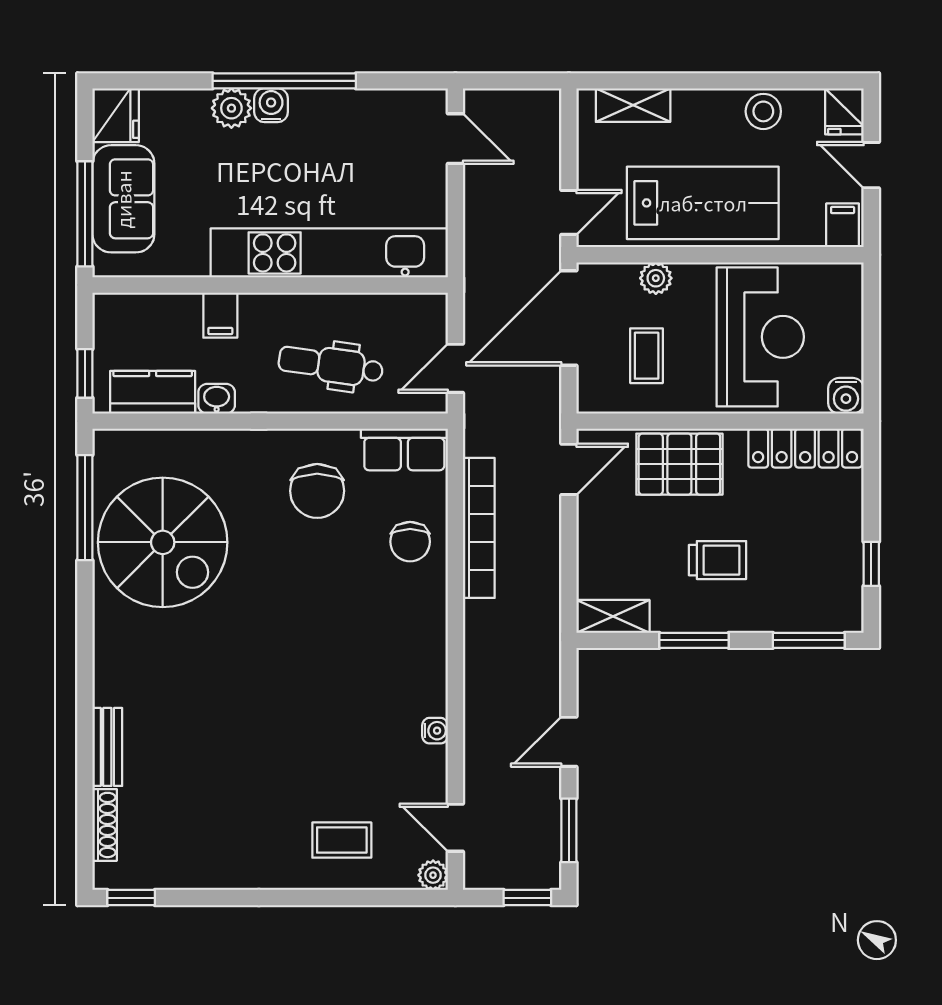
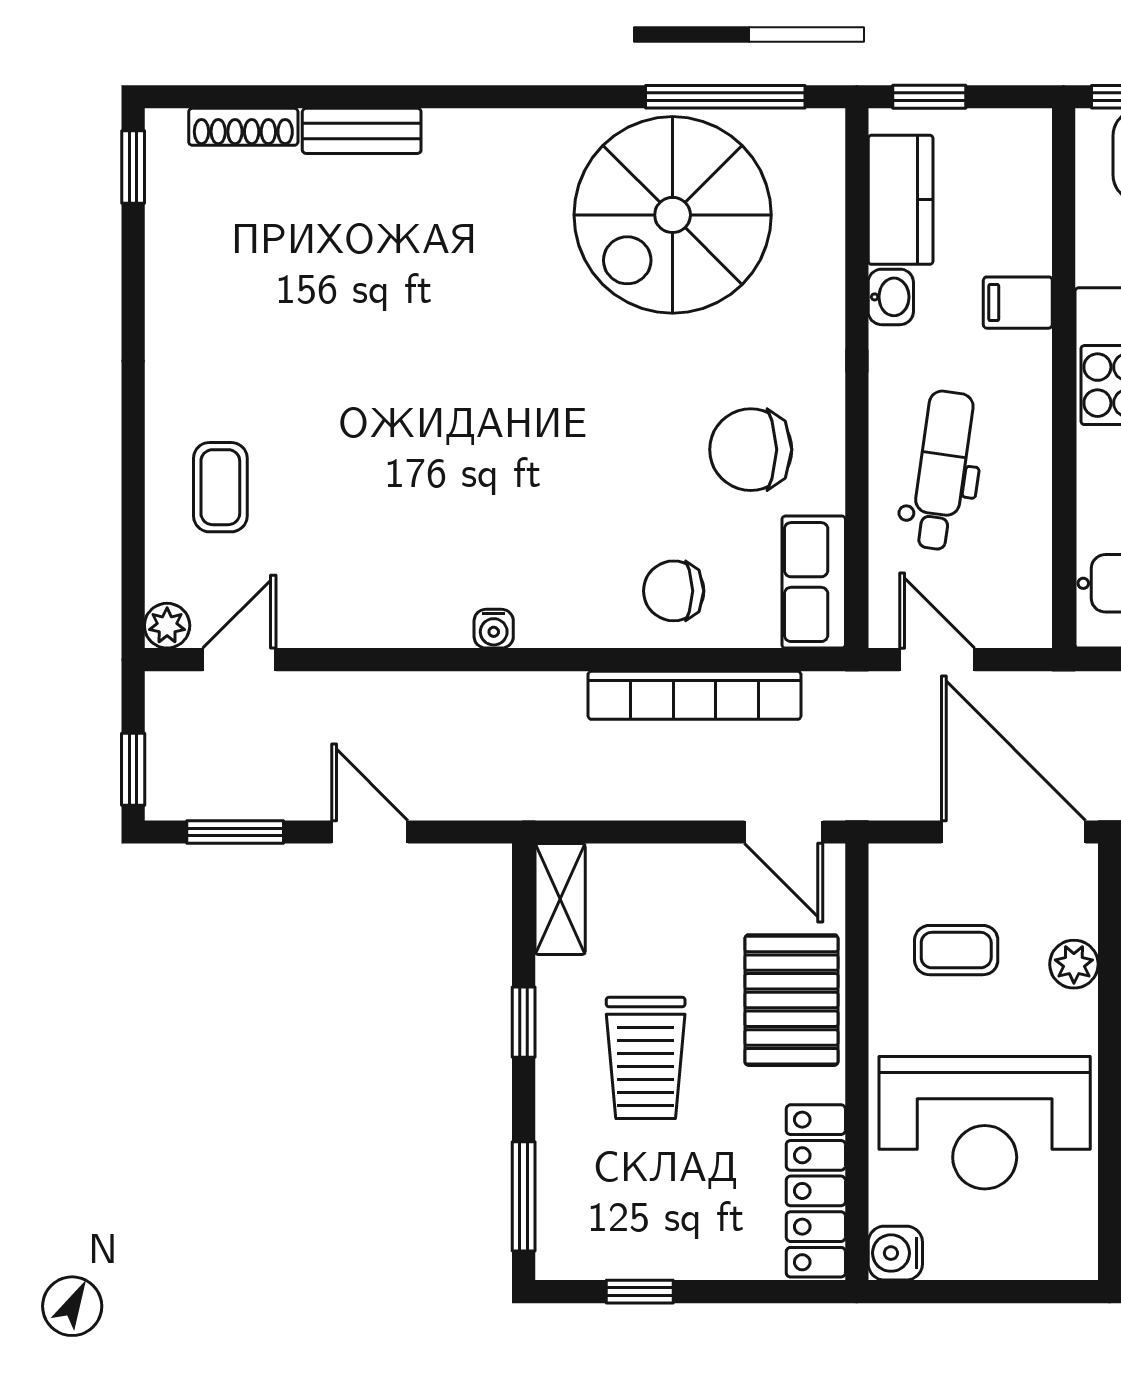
trolley: (718, 560) -> (646, 1058), width x1.36, depth x1.39
window: (694, 640) -> (524, 1022), width x0.67
water cooler: (435, 731) -> (494, 629), moved

